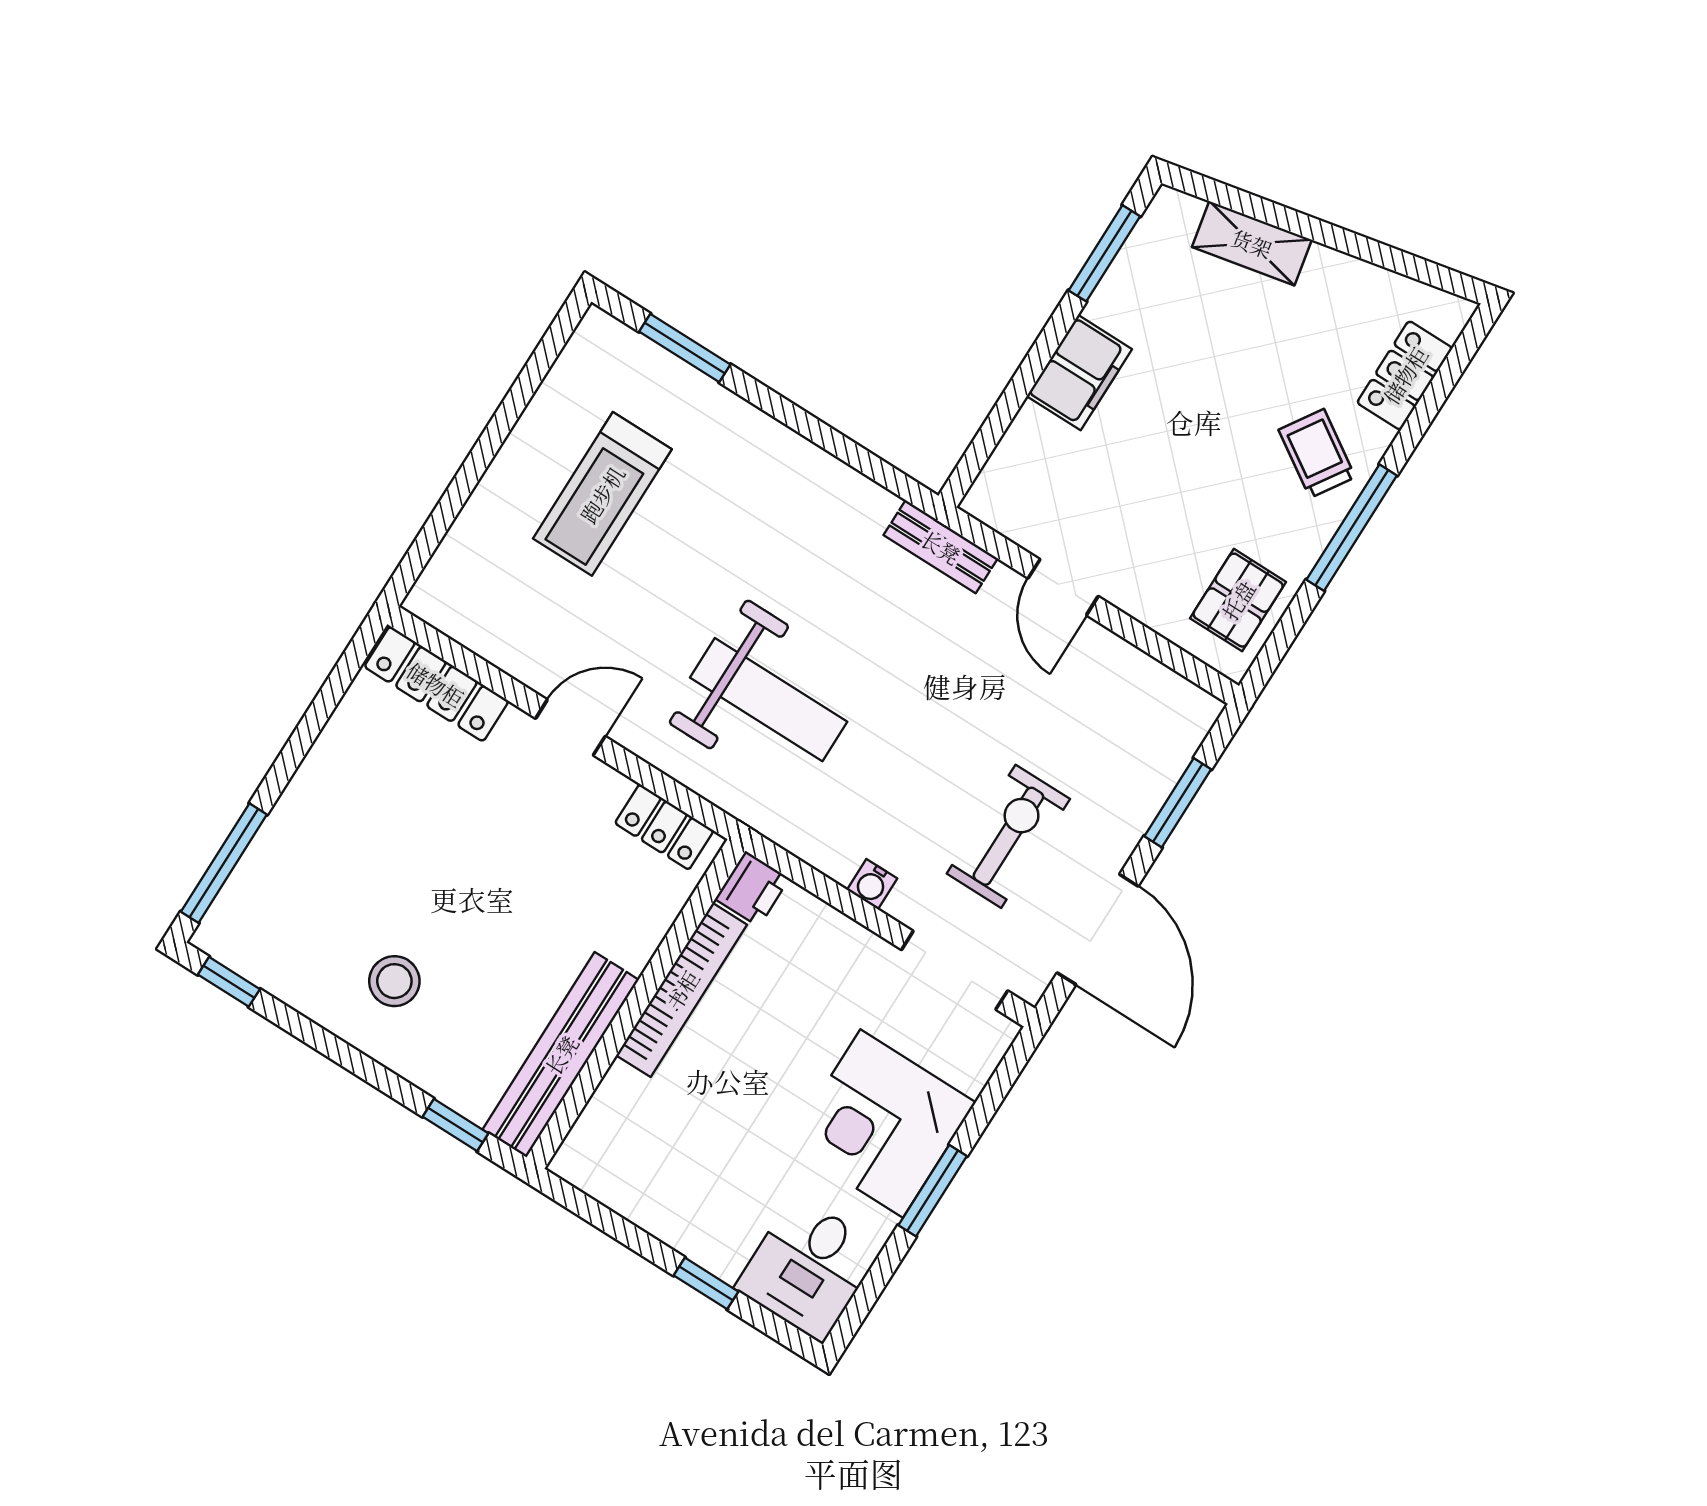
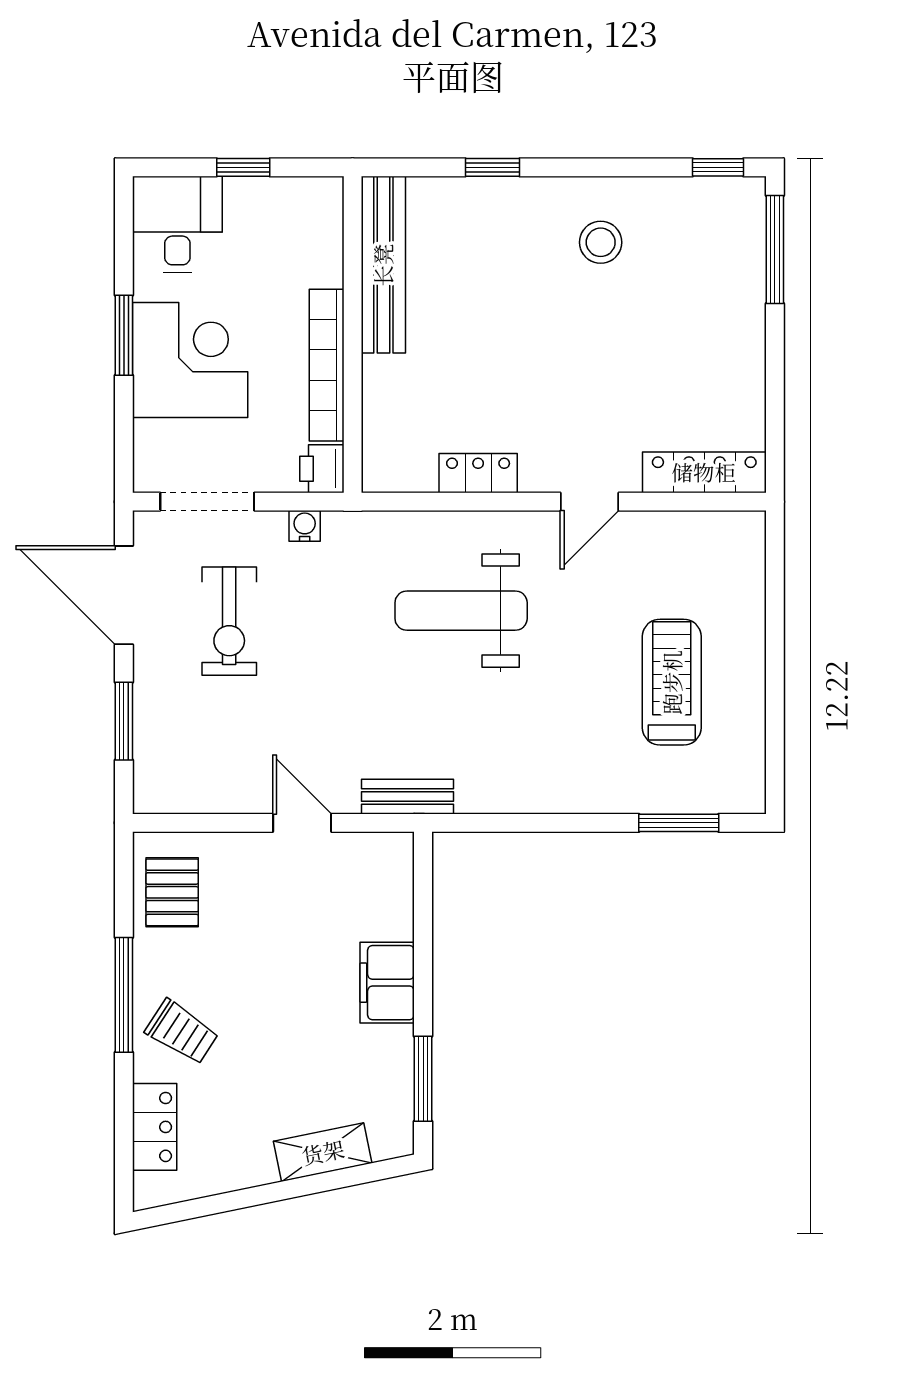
printer: (752, 889) -> (322, 469), moved
bookcase: (682, 990) -> (327, 365), moved
wall: (636, 1004) -> (353, 335), moved
bench: (561, 1055) -> (383, 265), moved

